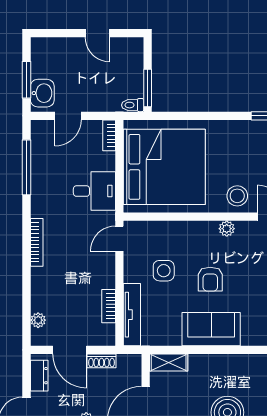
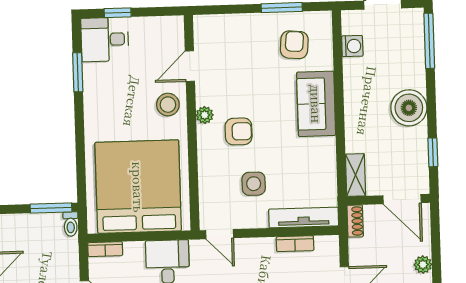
armchair: (210, 279) -> (239, 131), moved
sofa: (211, 329) -> (316, 104), moved
shoe rack: (102, 361) -> (355, 221), moved

